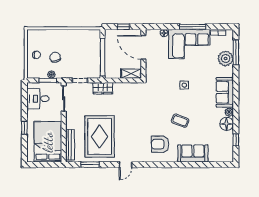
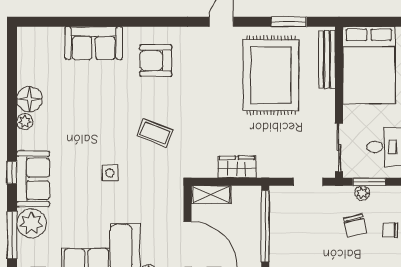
wardrobe: (103, 88) -> (237, 167), moved
sofa: (225, 92) -> (33, 179), moved
coffee table: (180, 121) -> (155, 133), moved
window: (236, 140) -> (12, 172), moved
armchair: (160, 144) -> (156, 61), turned 180

